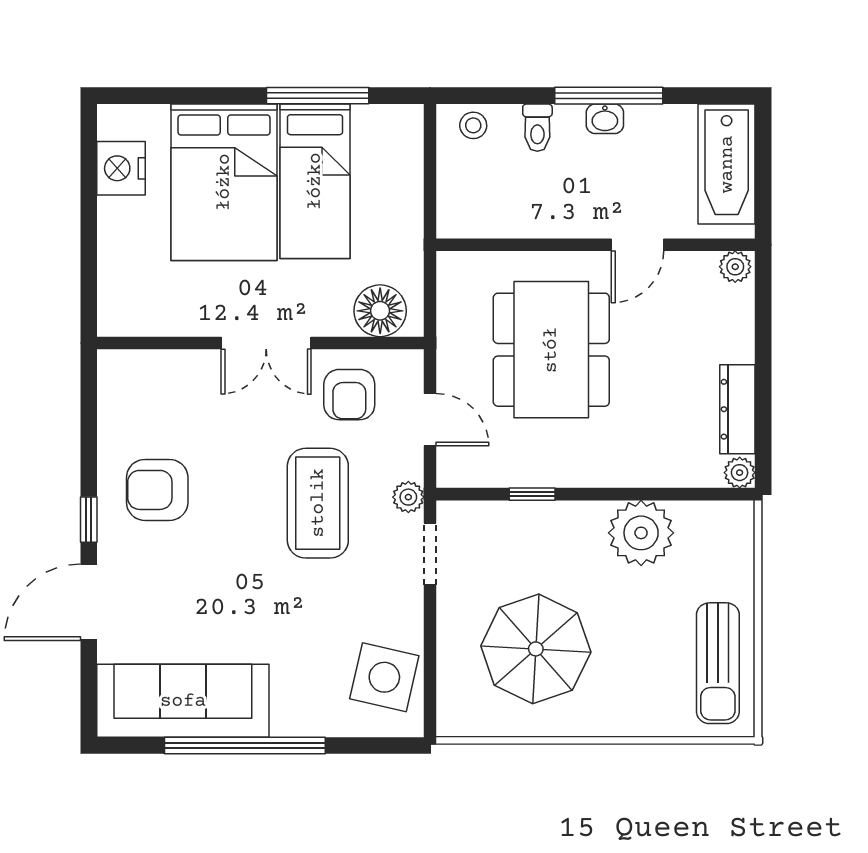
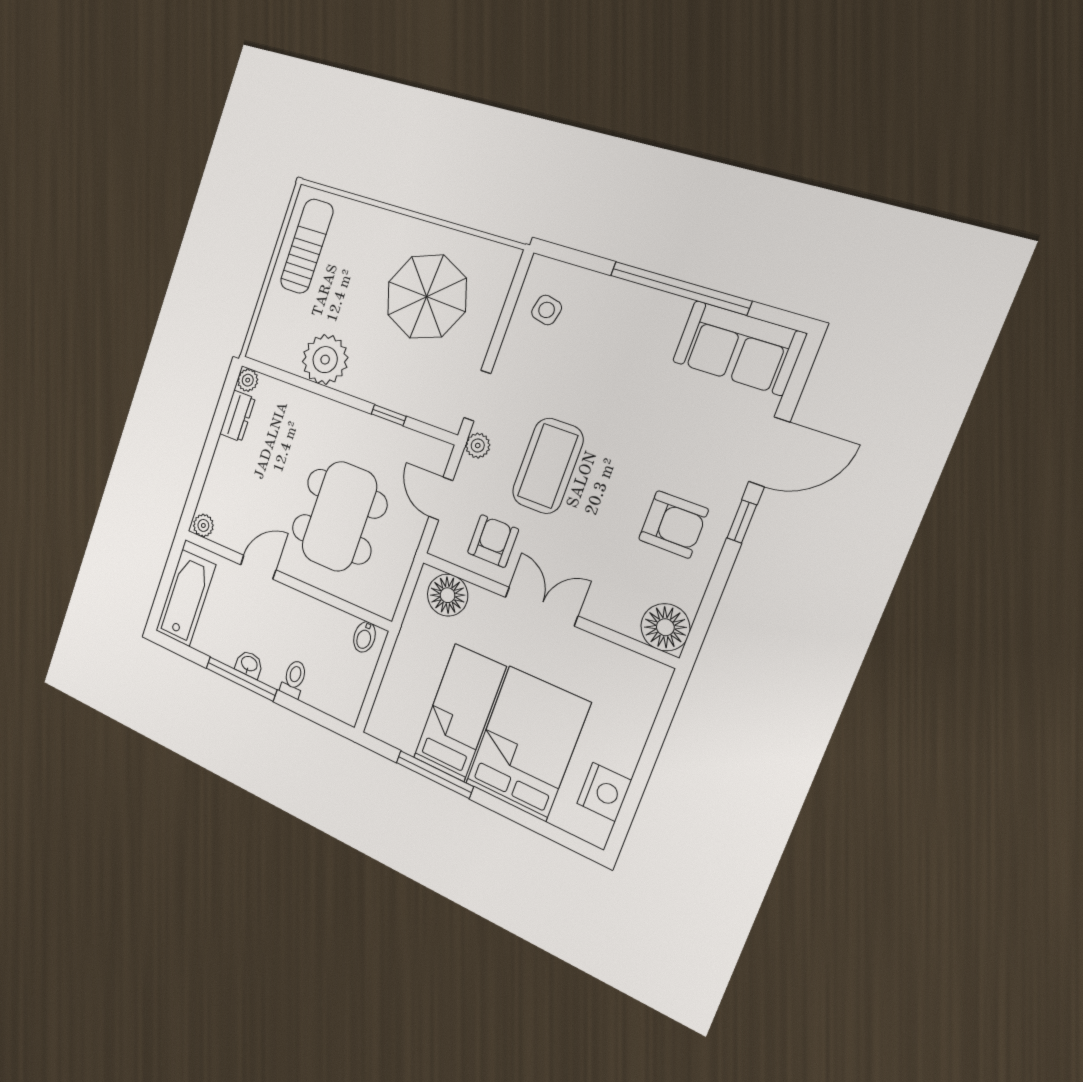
stool: (473, 125) -> (335, 701), removed
bidet: (464, 218) -> (364, 637), added
floor lamp: (124, 376) -> (665, 627), added
dresser: (737, 409) -> (237, 416), width x0.70
side table: (384, 677) -> (547, 310), width x0.54, depth x0.54
sofa: (183, 701) -> (739, 348), width x0.73

